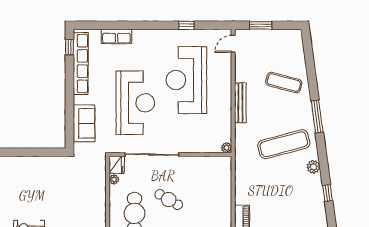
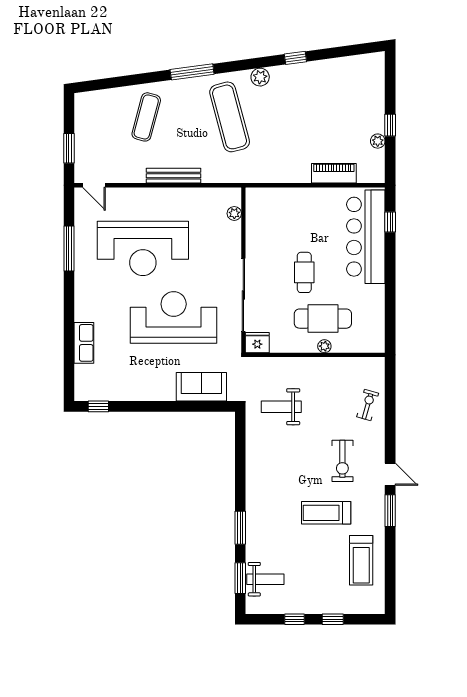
window: (186, 25) -> (69, 248), width x2.17
row of seats: (81, 63) -> (121, 391), removed
plant: (226, 148) -> (234, 213), moved
plant: (114, 179) -> (324, 346), moved
weight bench: (69, 182) -> (281, 407), added
cafe table: (169, 200) -> (304, 272), turned -30

